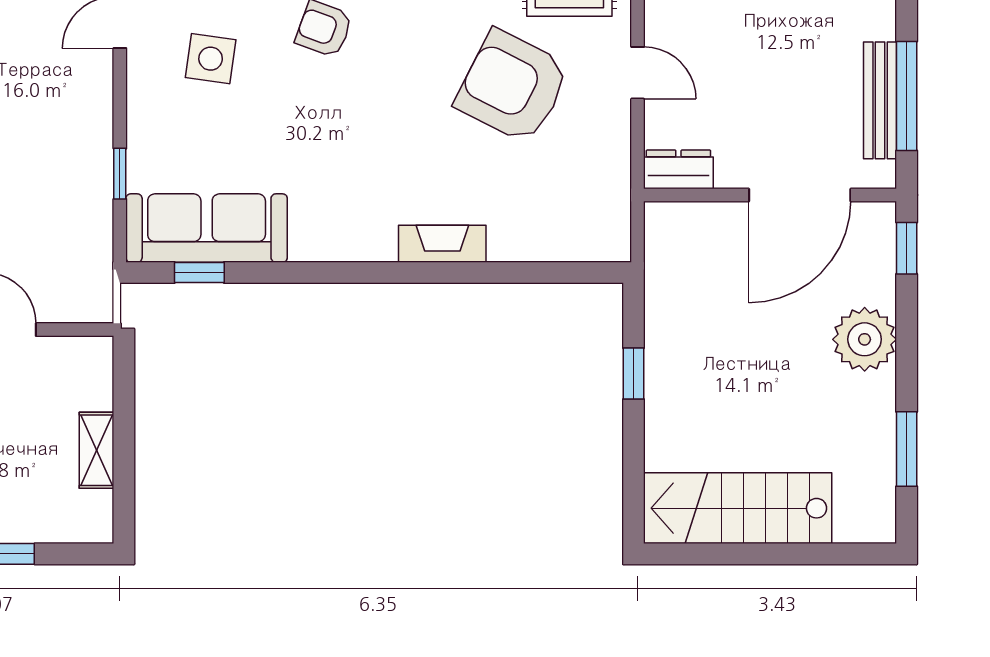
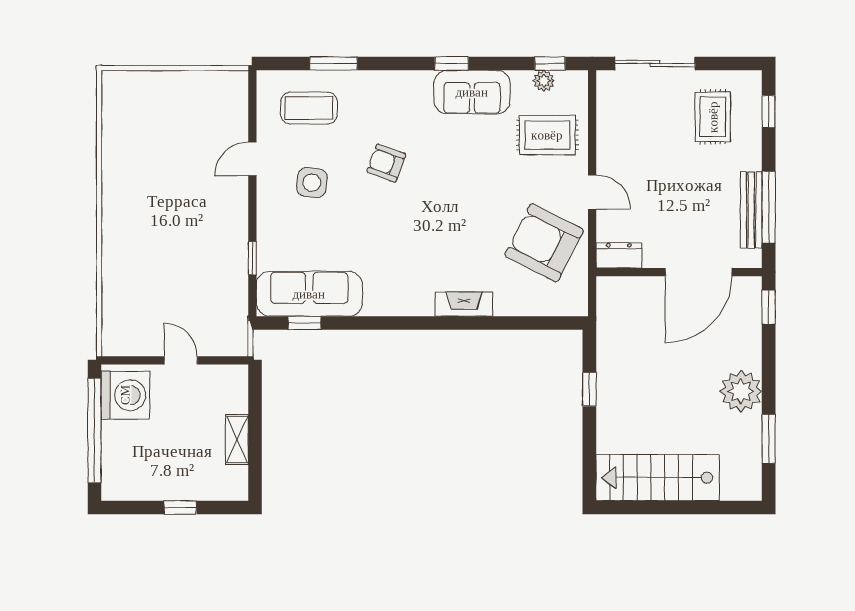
armchair: (513, 86) -> (544, 243), moved
plant: (865, 339) -> (741, 391), moved

